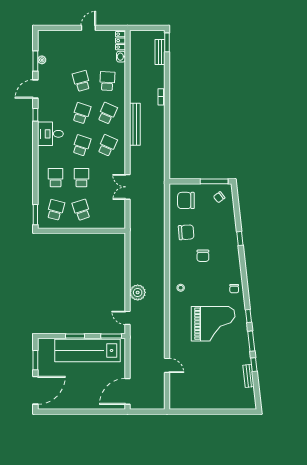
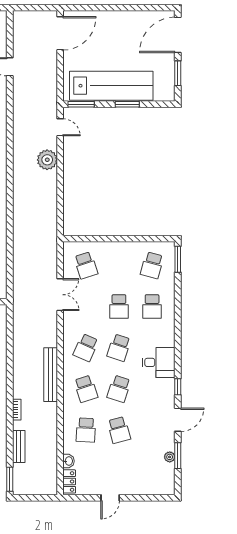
bench: (160, 52) -> (19, 446), moved
school desk: (107, 113) -> (86, 389), turned -42
school desk: (81, 210) -> (86, 265), moved

